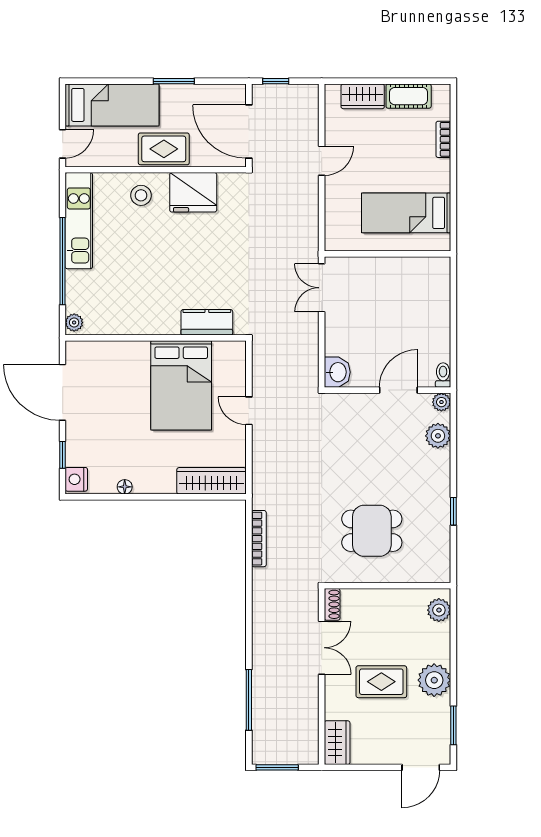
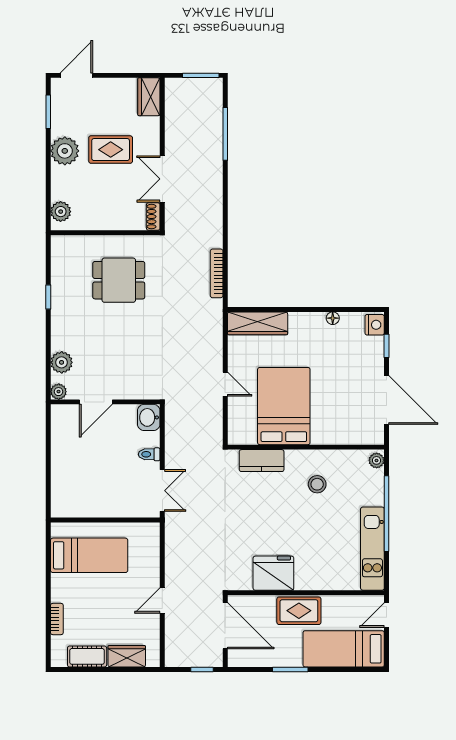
stool: (141, 195) -> (317, 484), moved
toilet: (443, 375) -> (149, 454), moved, turned 90

